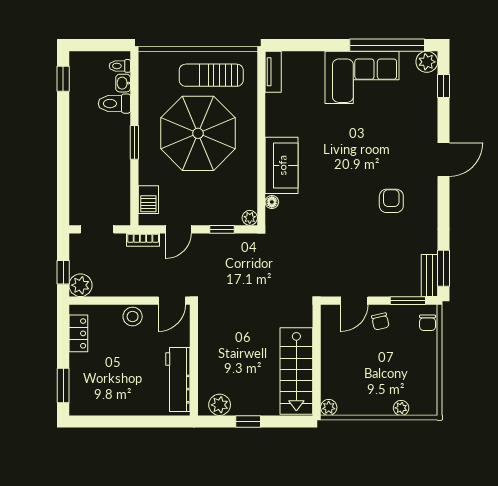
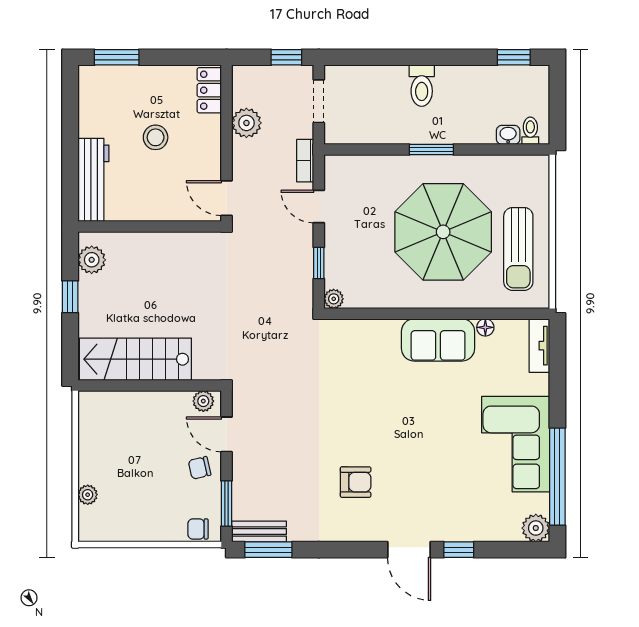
tv unit: (273, 72) -> (539, 346), moved, turned 90
sun lounger: (211, 75) -> (518, 249), turned 180
window: (443, 86) -> (459, 550), moved
toilet: (114, 104) -> (422, 86), moved, turned 180
sofa: (282, 165) -> (438, 340), moved
barbecue: (148, 200) -> (357, 168), removed
floor lamp: (272, 202) -> (485, 327), moved
window: (63, 272) -> (286, 57), moved
plant: (80, 285) -> (246, 123), moved
stool: (133, 317) -> (156, 137), moved
locker: (78, 333) -> (209, 90), moved, turned 90
workbench: (178, 380) -> (93, 180), moved, turned 90
plant: (329, 407) -> (203, 401), moved

